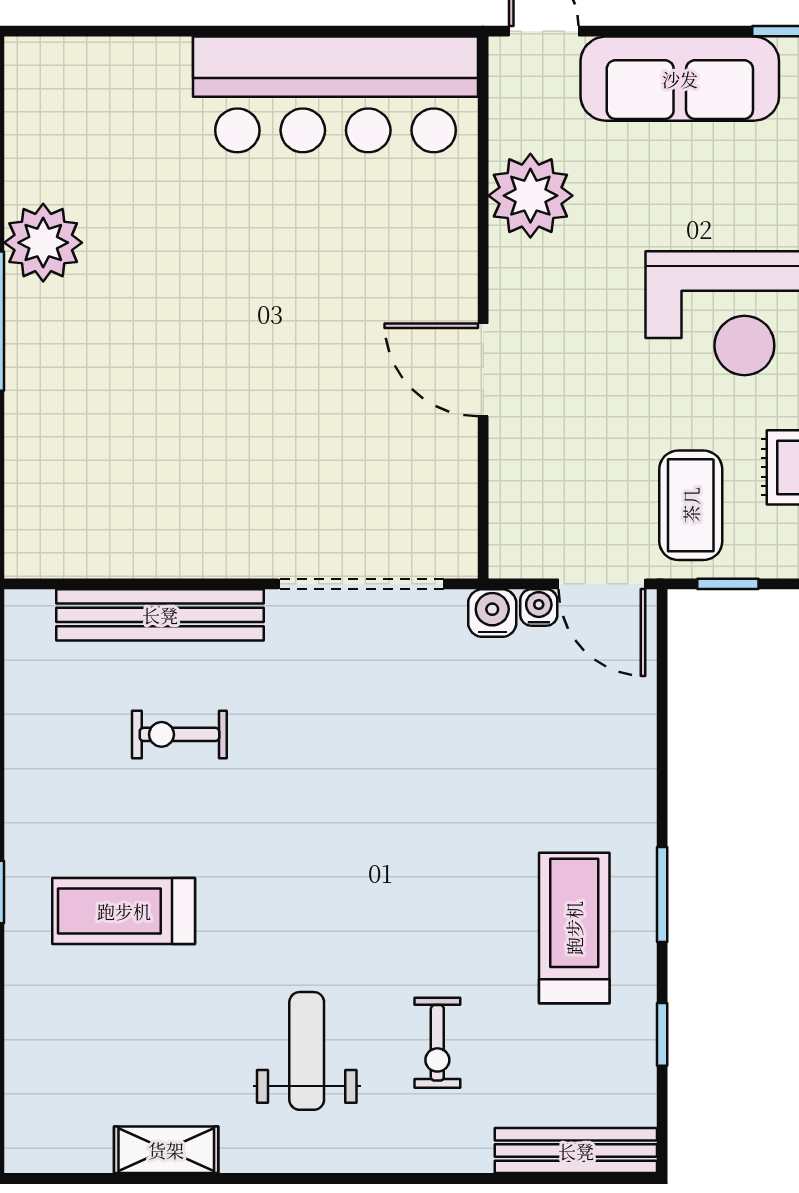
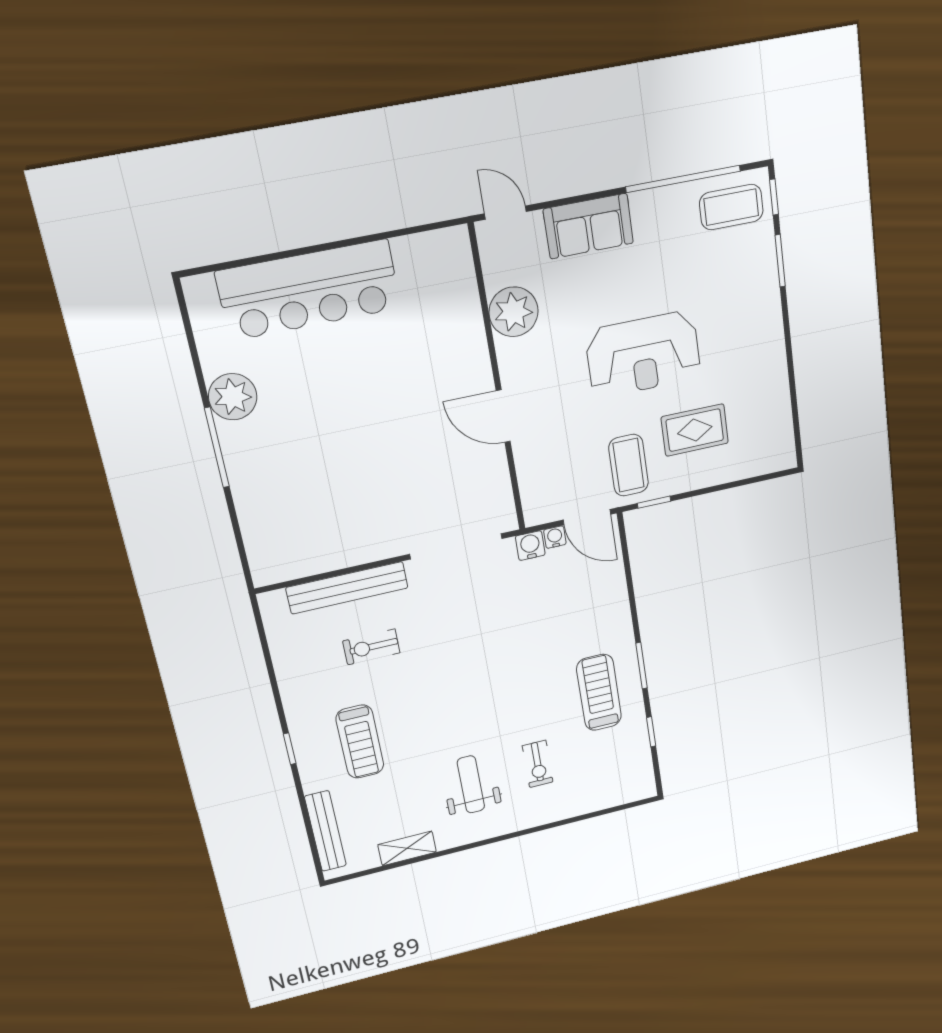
sofa: (680, 79) -> (589, 226), width x0.73
bar counter: (336, 94) -> (309, 290), moved
treadmill: (124, 911) -> (360, 742), turned -90
bench: (576, 1151) -> (325, 831), moved, turned 90

